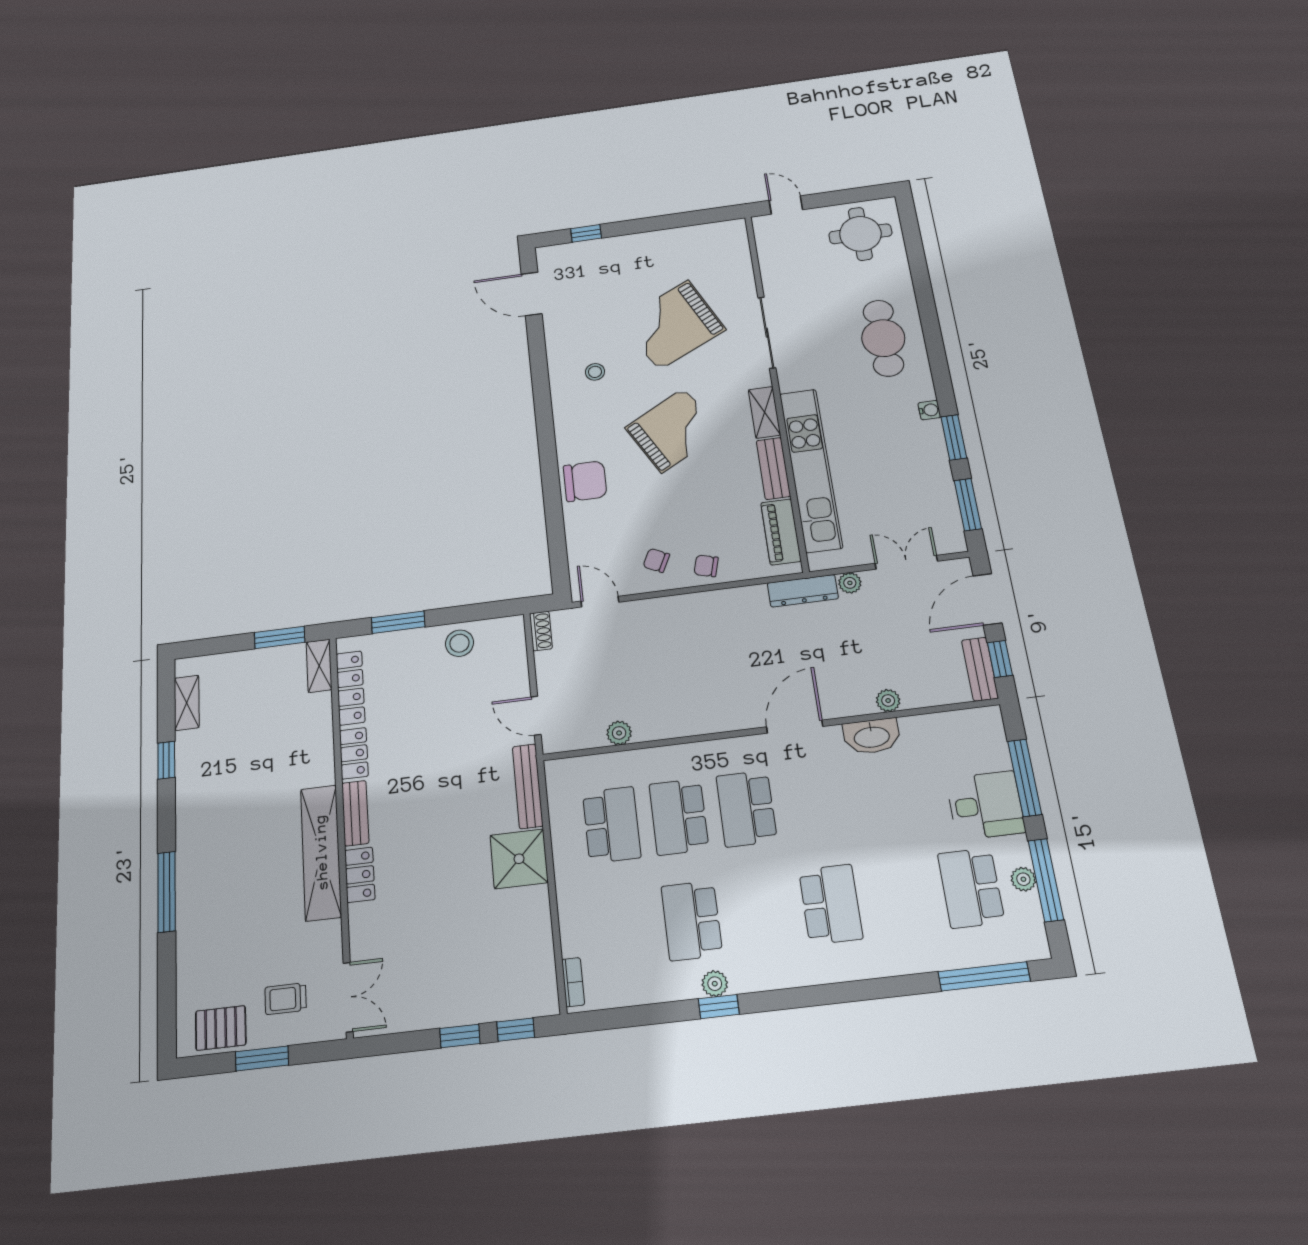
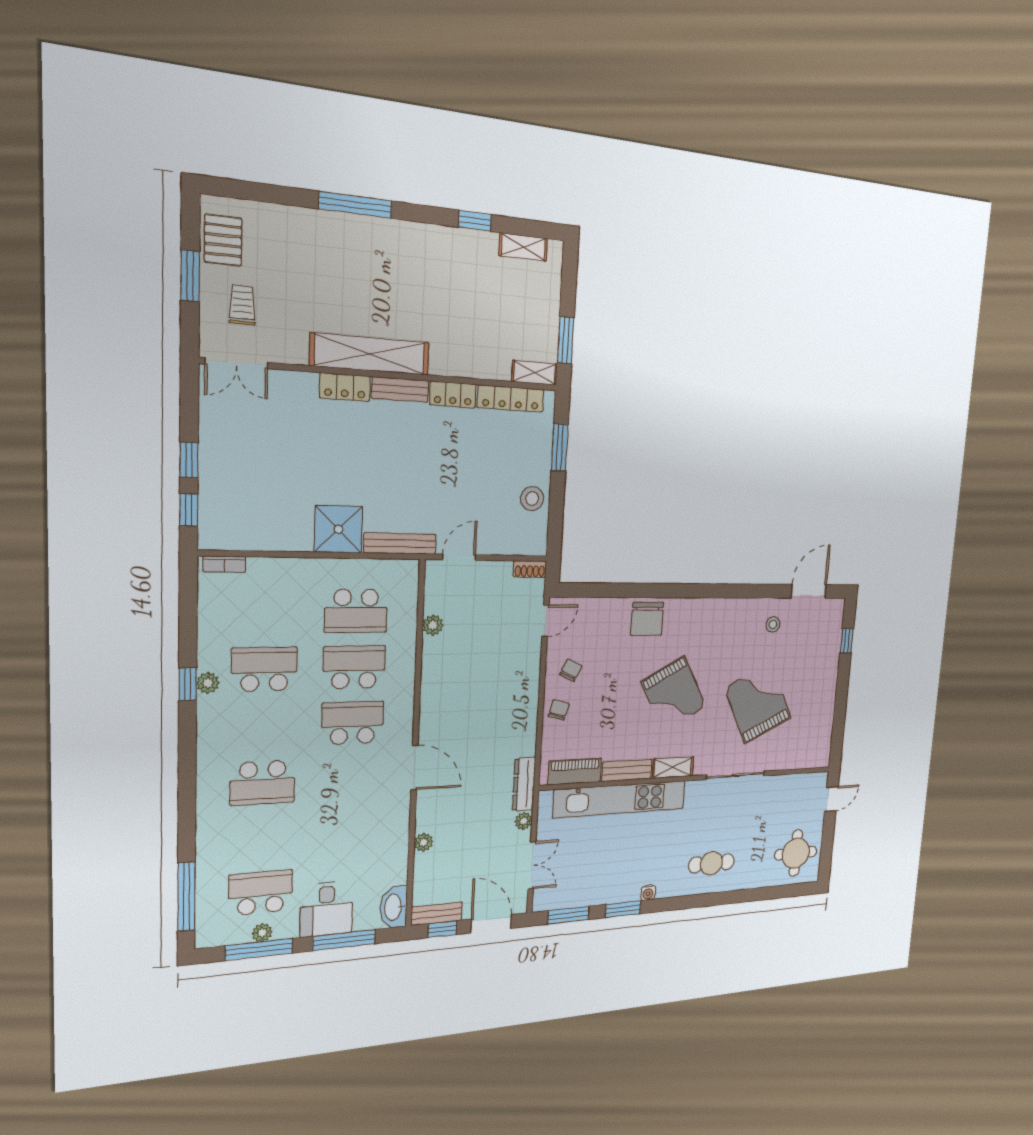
cafe table: (883, 338) -> (711, 863), width x0.73, depth x0.74
stool: (595, 372) -> (773, 624), moved
washbasin: (872, 736) -> (394, 907), moved

